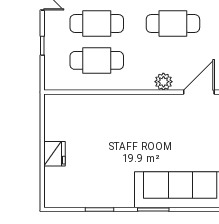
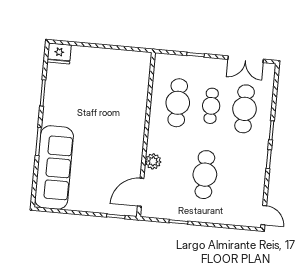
cafe table: (97, 24) -> (211, 106), width x0.73, depth x0.74
door: (199, 92) -> (141, 192), swing flipped
fridge: (55, 154) -> (59, 53), moved

